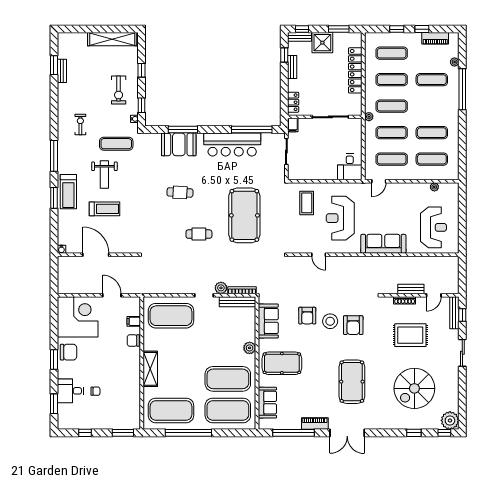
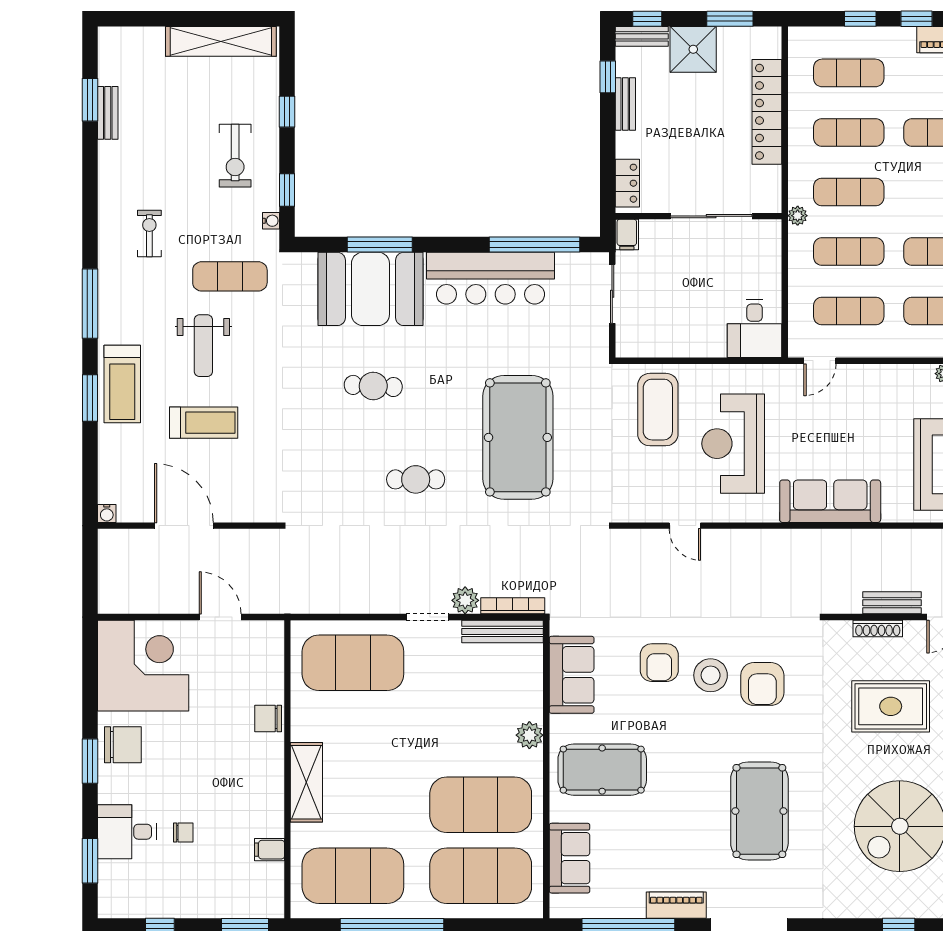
booth: (179, 144) -> (370, 289), width x1.36, depth x1.42
coffee table: (307, 203) -> (658, 410), width x1.36, depth x1.32
filing cabinet: (134, 321) -> (269, 850), moved

